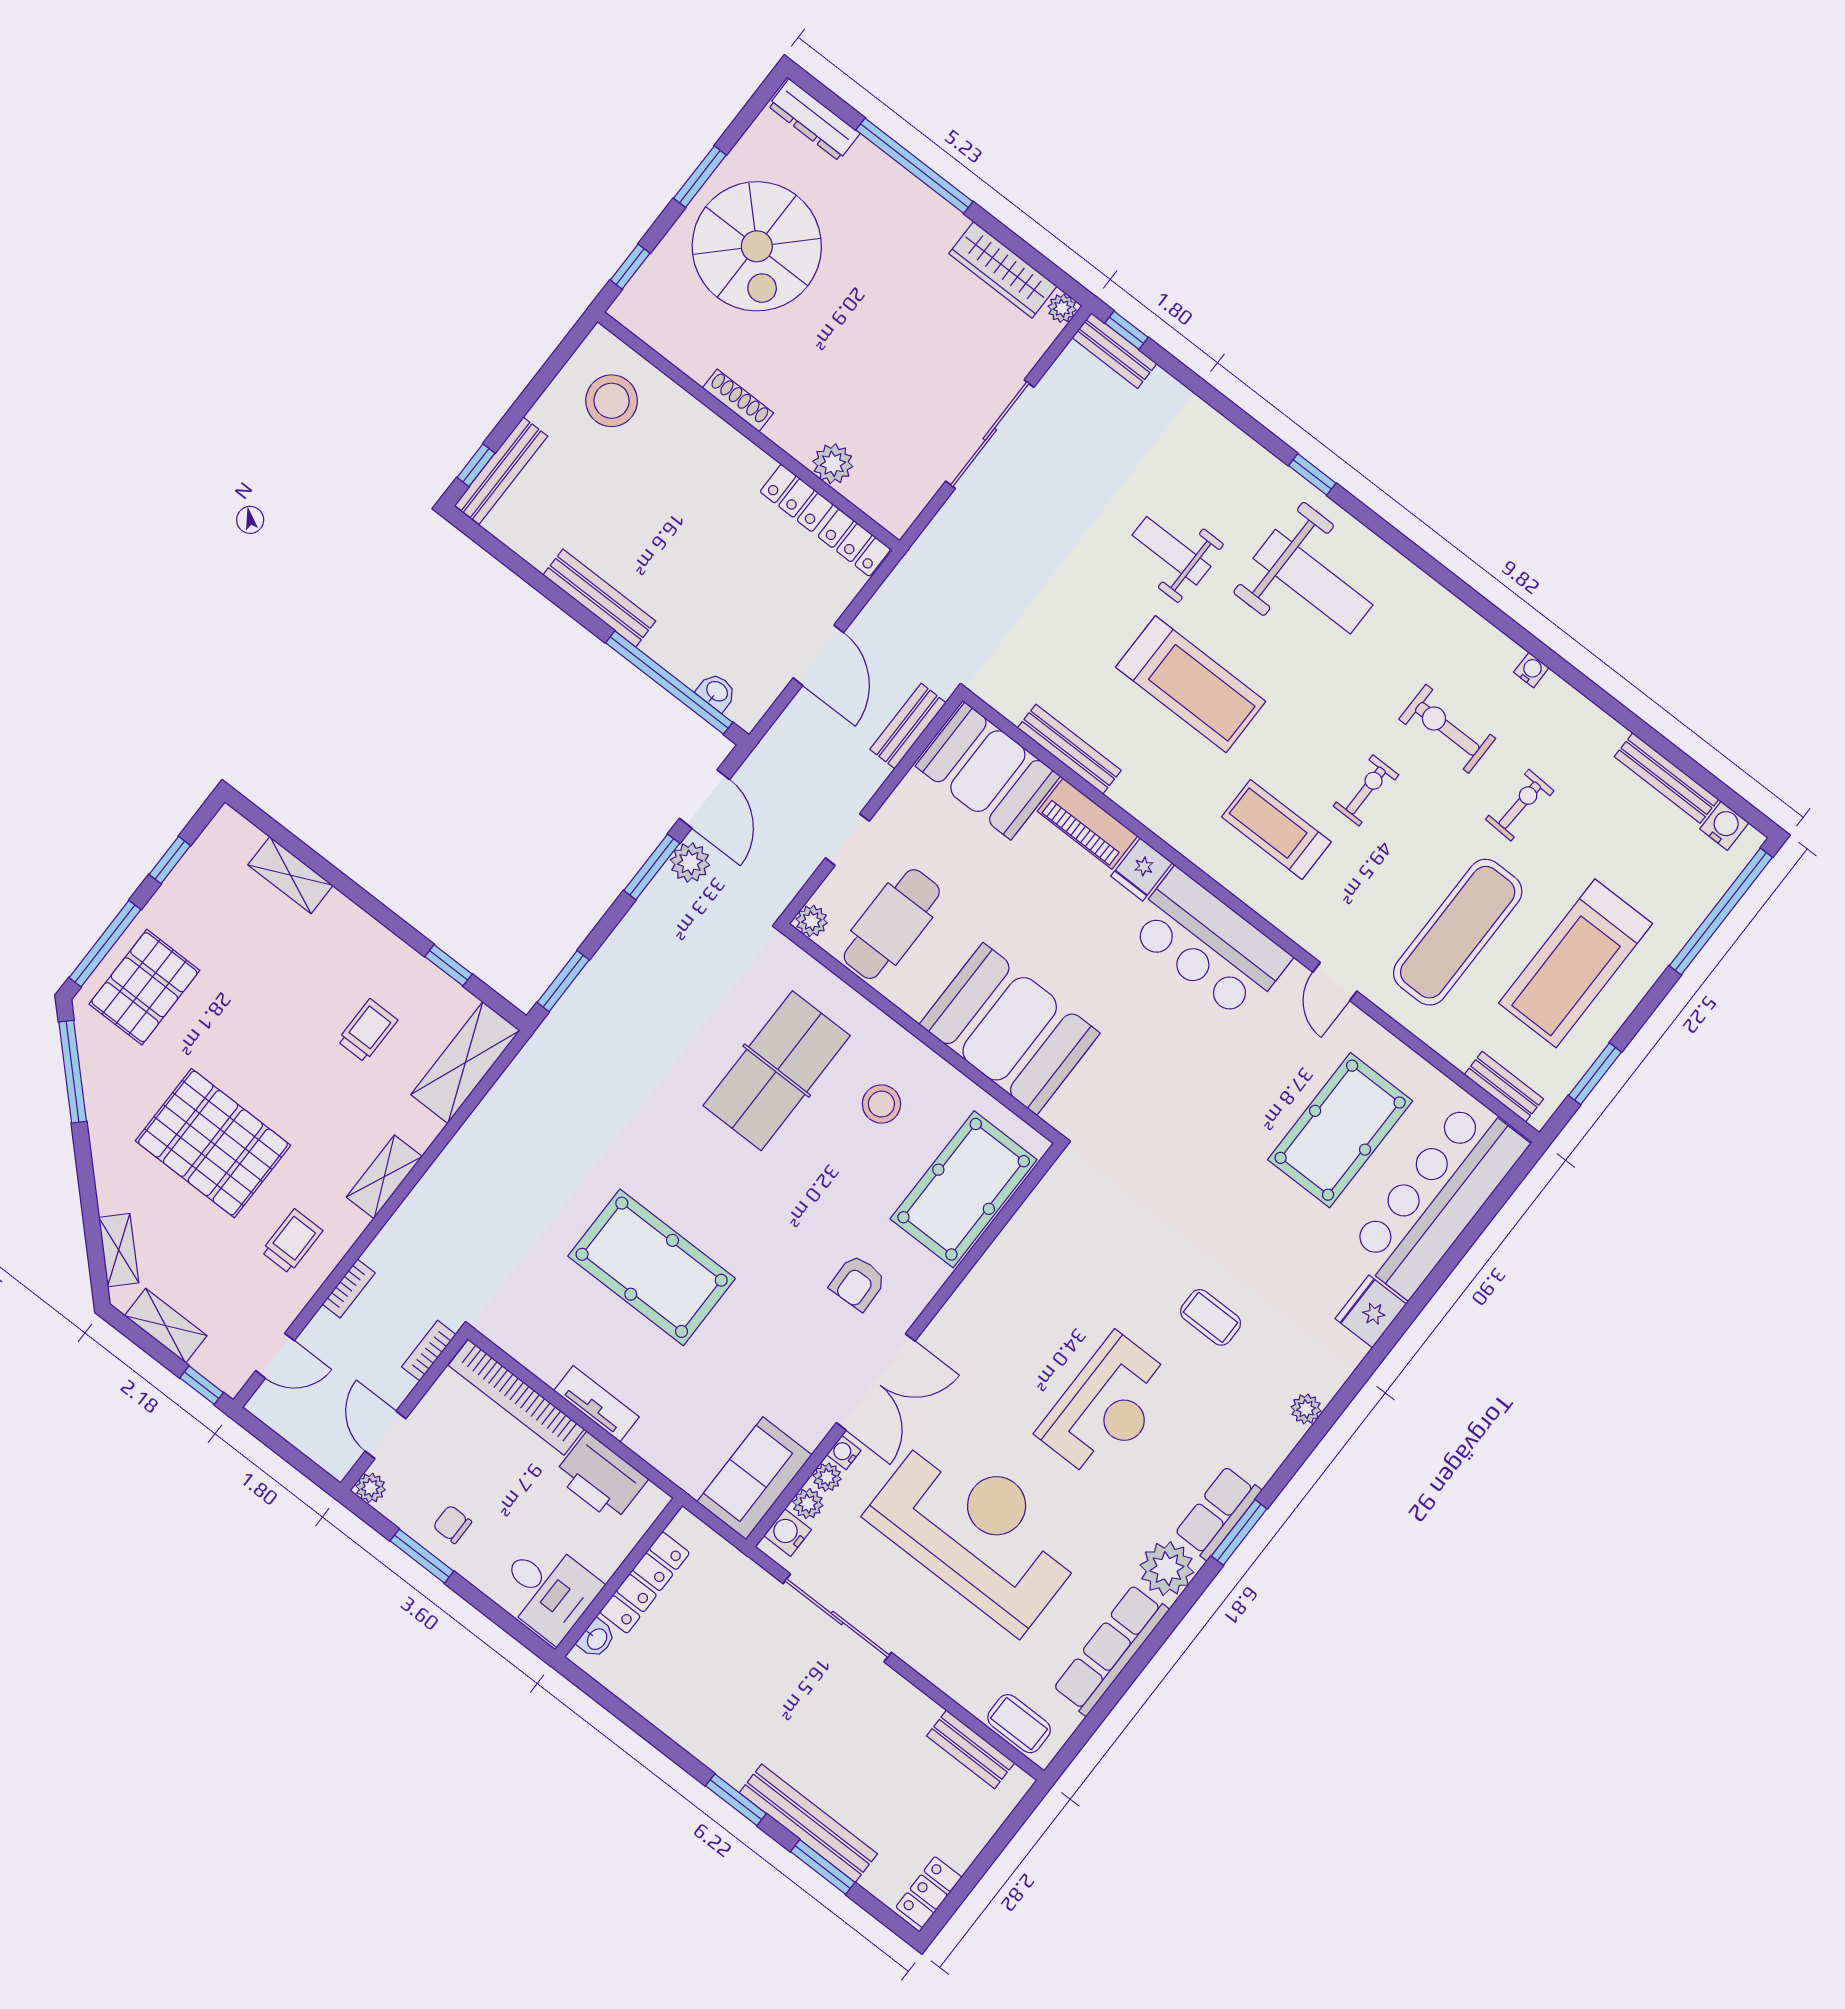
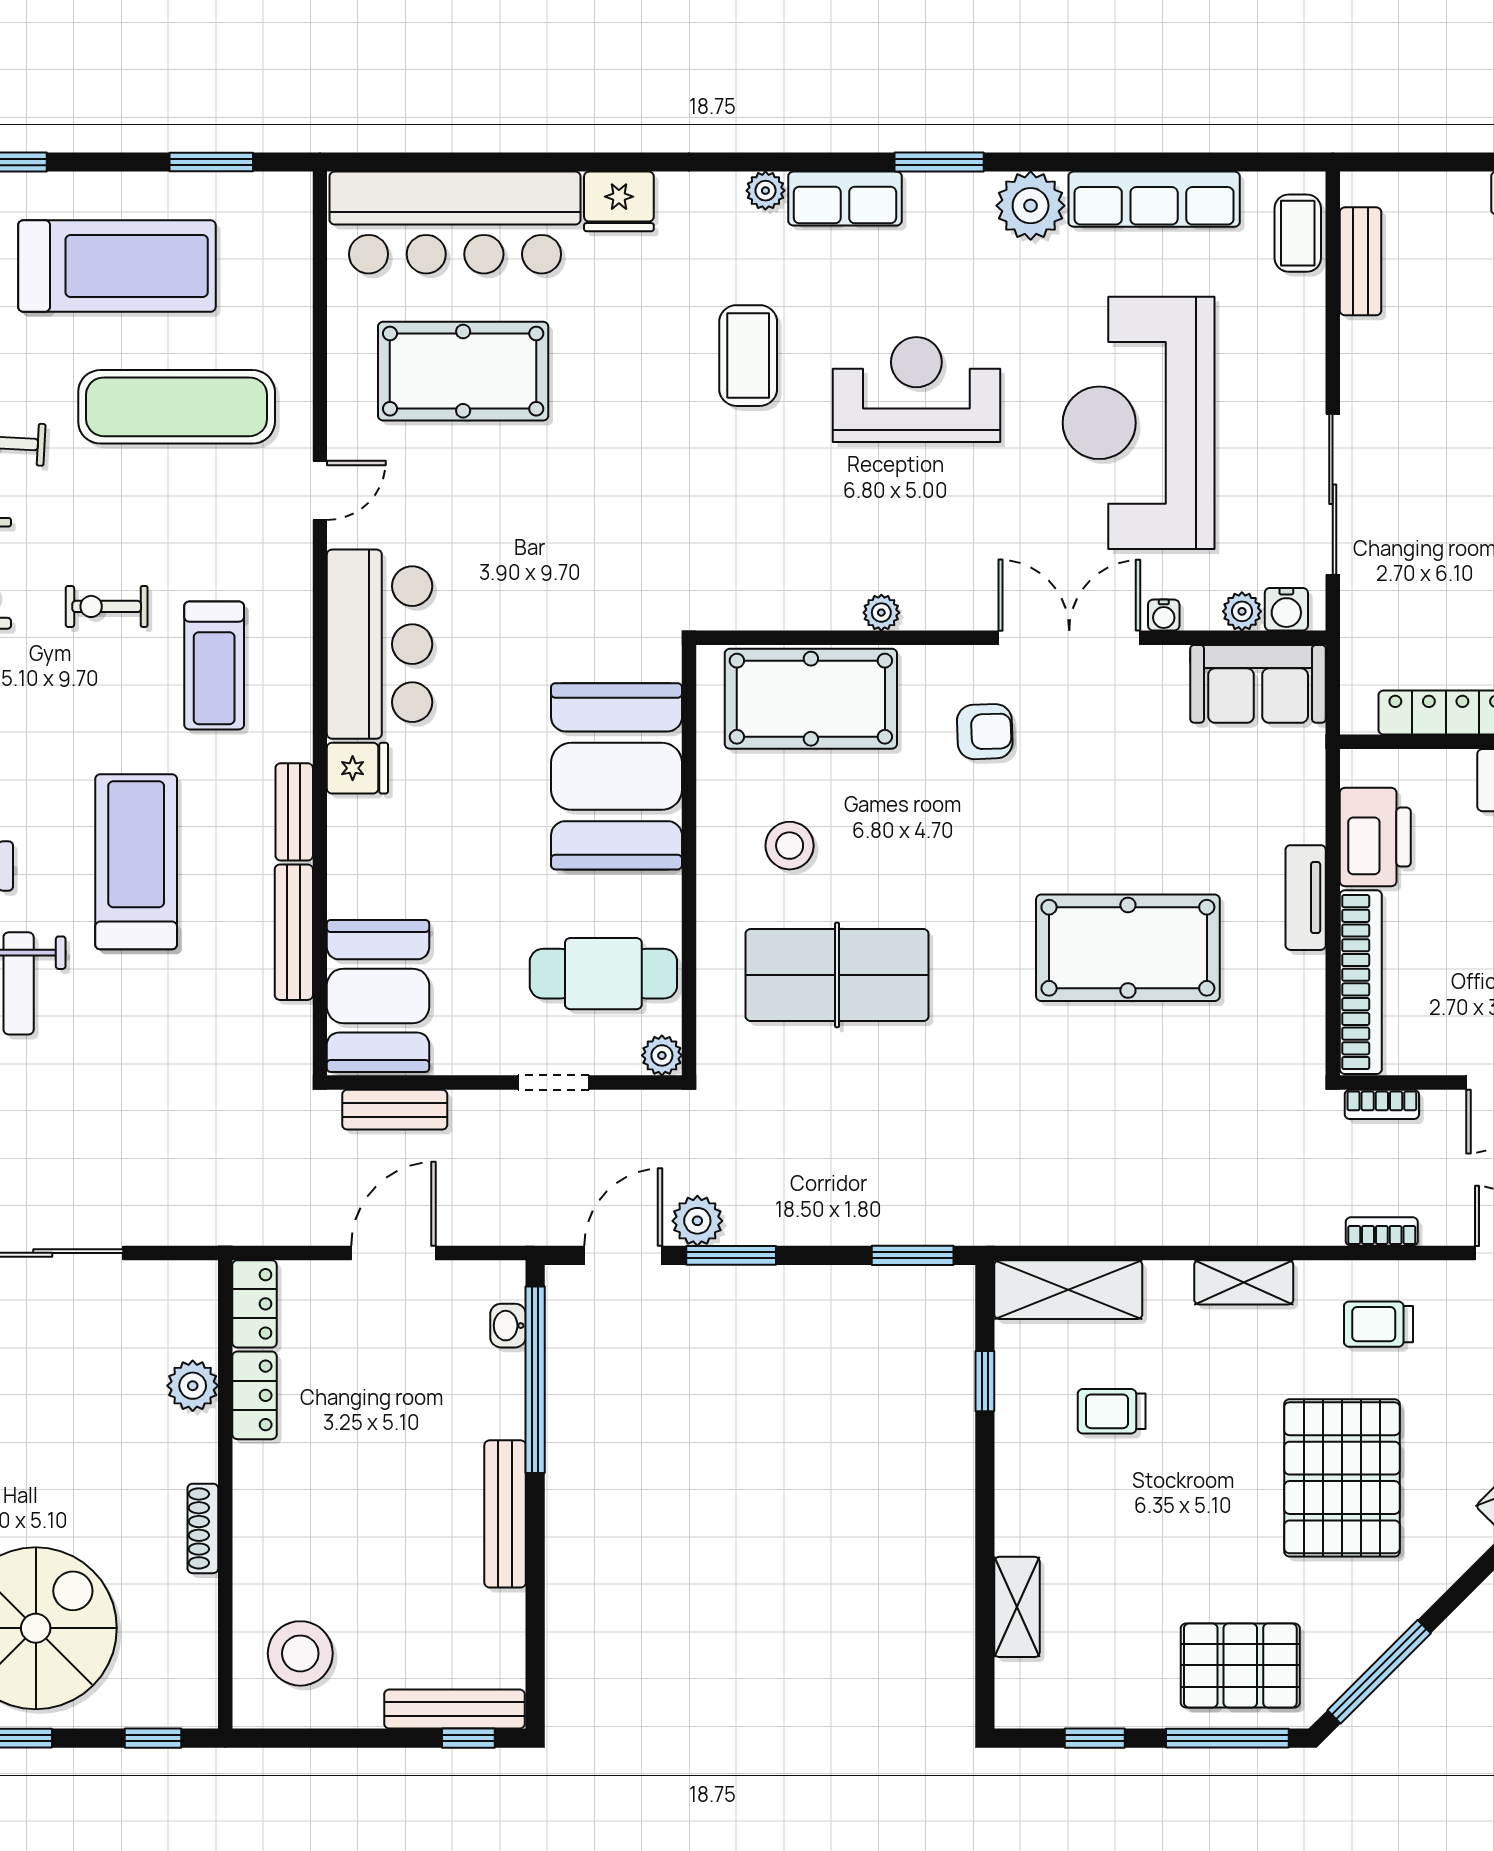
piano: (1088, 824) -> (353, 857), removed
bench: (1504, 1087) -> (294, 812), moved
pool table: (652, 1267) -> (1128, 948), turned 90
coffee table: (1211, 1317) -> (748, 356), width x1.36, depth x1.30
plant: (827, 1477) -> (881, 613), moved
row of seats: (1218, 1513) -> (845, 199), moved

